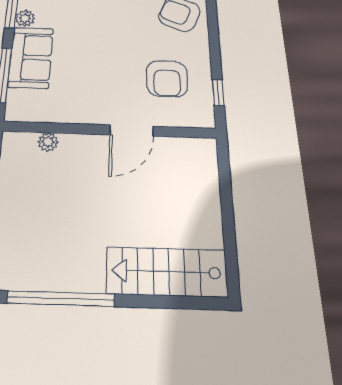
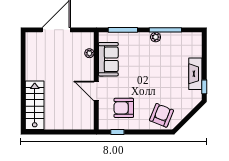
sofa: (31, 57) -> (108, 59), moved, turned -90
window: (61, 299) -> (23, 63), removed

